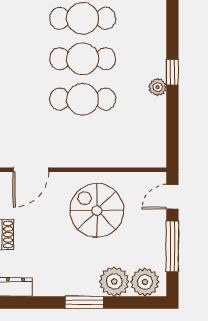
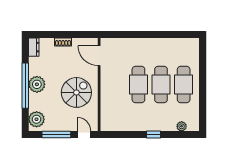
plant: (158, 87) -> (182, 126), moved
plant: (114, 281) -> (37, 84), moved
window: (84, 302) -> (25, 86), width x2.11

